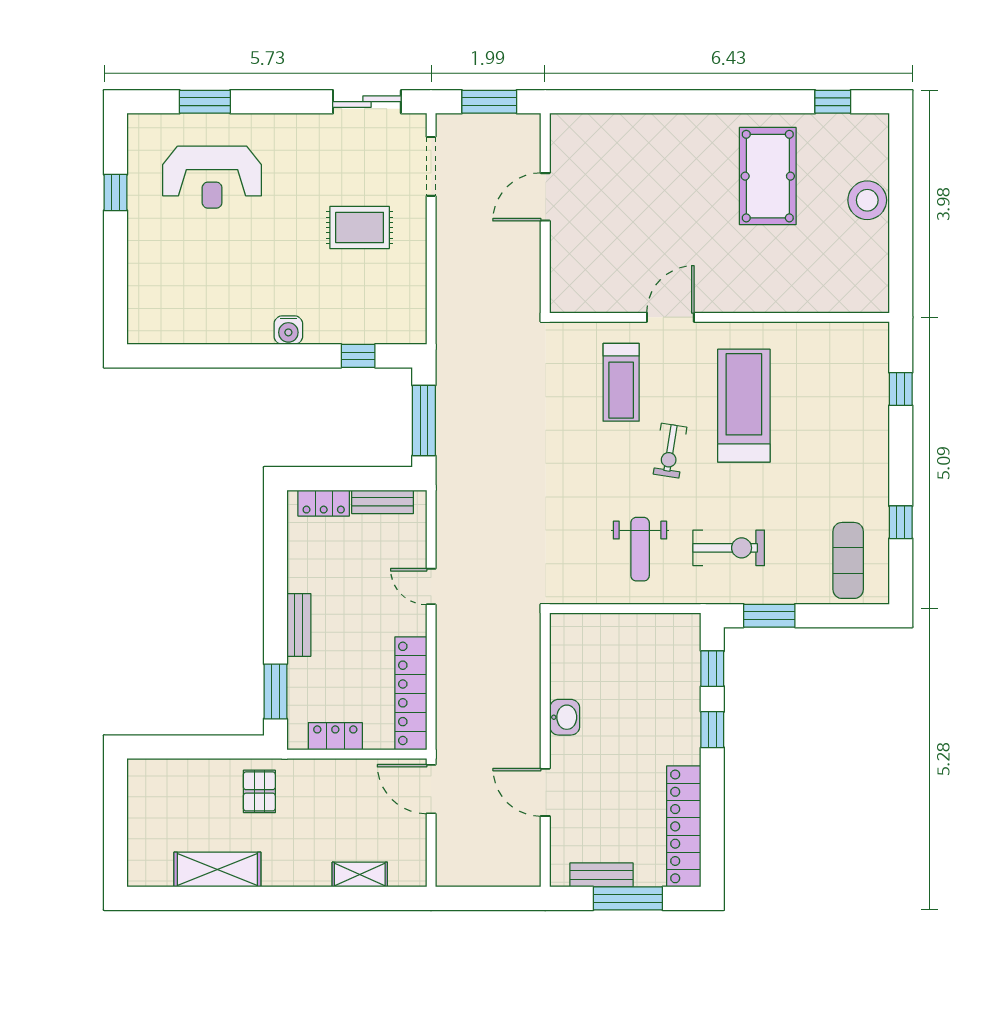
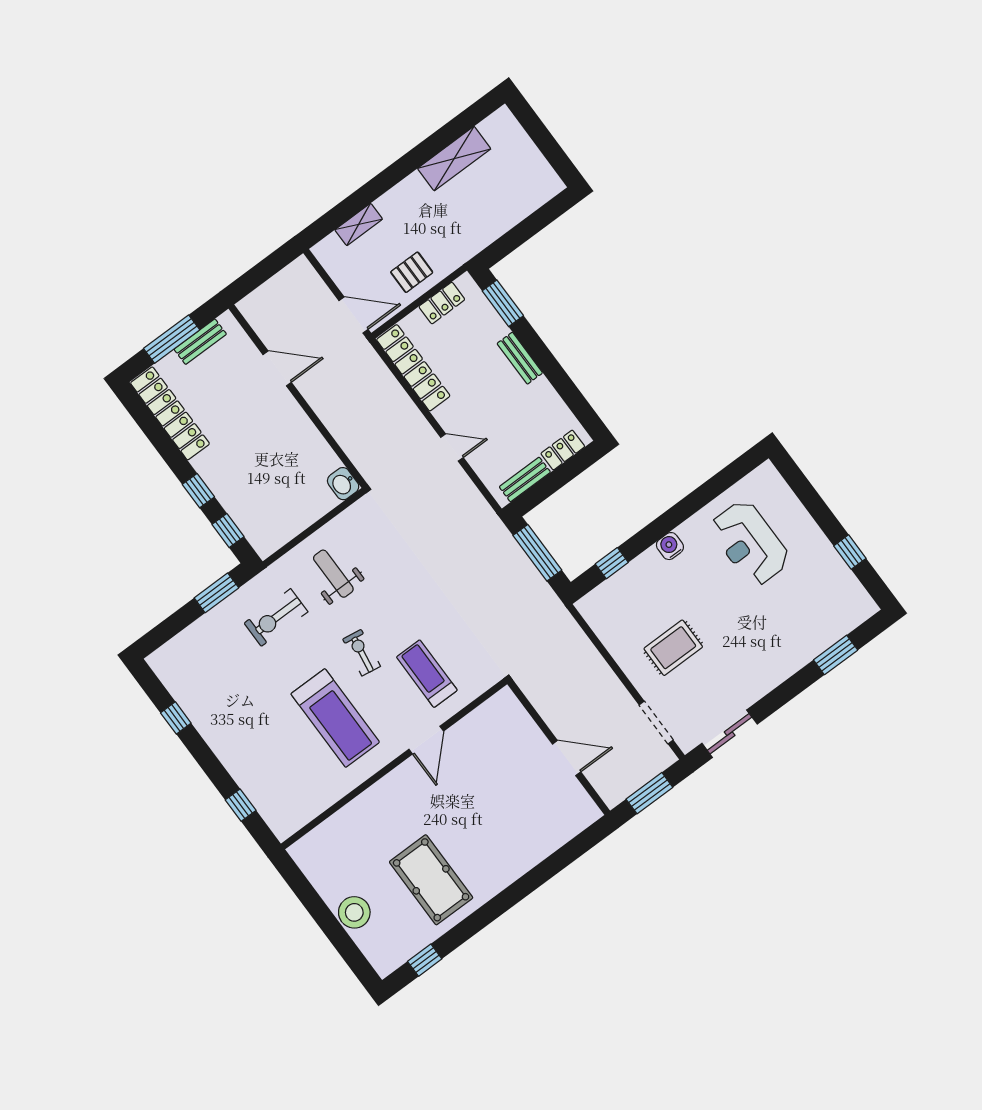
reception desk: (212, 177) -> (750, 543), moved, turned -90
door: (545, 197) -> (567, 758), hinge flipped
exercise mat: (848, 560) -> (192, 667), removed
washbasin: (565, 717) -> (343, 484), moved
pallet: (259, 791) -> (412, 272), moved, turned 90

